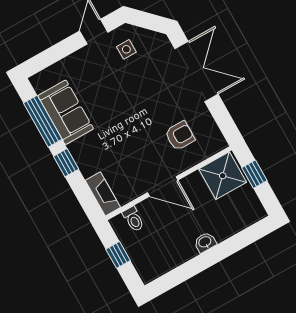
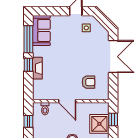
sofa: (66, 112) -> (41, 30), moved
shower: (223, 176) -> (99, 124), moved
fireplace: (103, 194) -> (37, 68), moved

